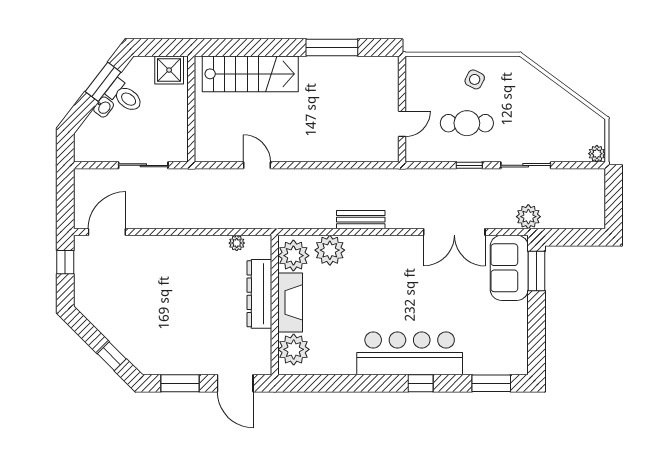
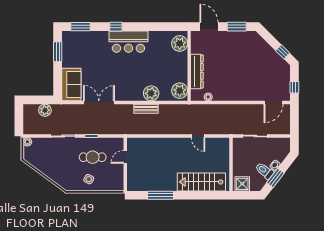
plant: (528, 217) -> (45, 110), moved
plant: (330, 250) -> (151, 93), moved
window: (536, 271) -> (58, 52), moved
fireplace: (290, 302) -> (181, 67), removed
bar counter: (410, 353) -> (128, 42), width x0.73
window: (112, 356) -> (283, 52), moved

